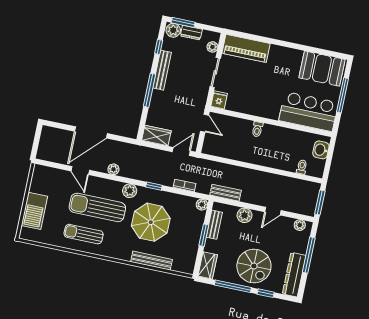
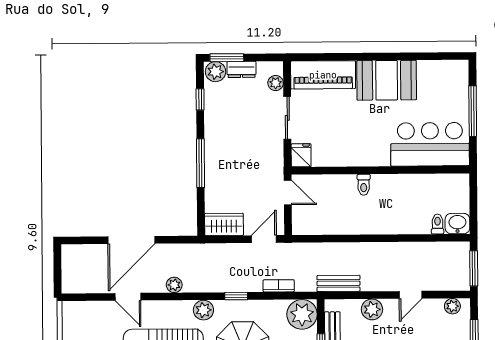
booth: (322, 69) -> (387, 80), moved
bench: (162, 70) -> (212, 131), removed
washbasin: (321, 150) -> (457, 224), moved, turned 90
plant: (202, 205) -> (302, 314), width x1.87, depth x1.87

